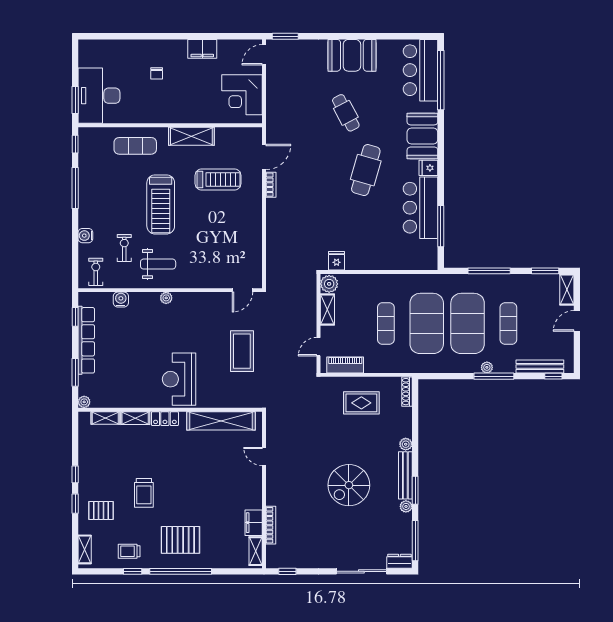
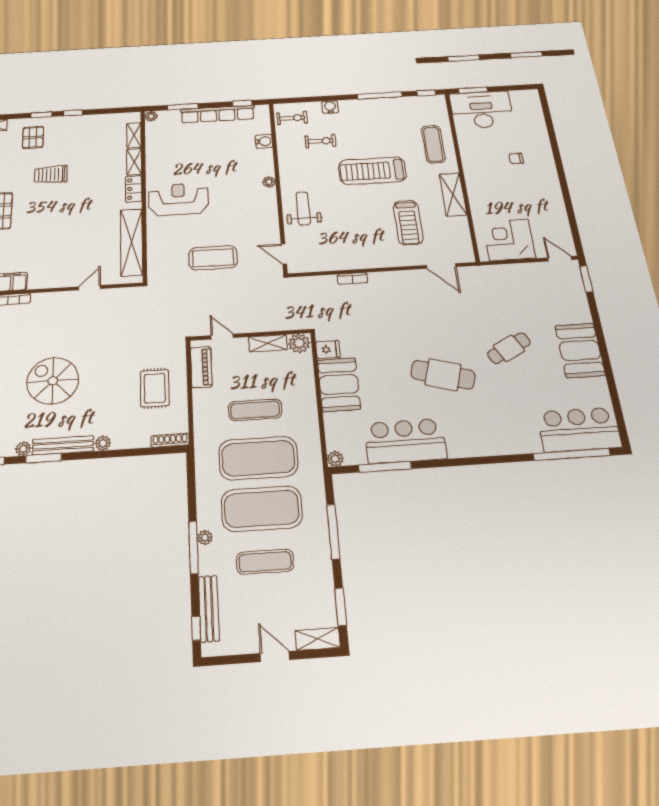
filing cabinet: (202, 49) -> (553, 199), removed
booth: (422, 136) -> (339, 384), moved, turned 90
fridge: (428, 168) -> (457, 447), removed
bookcase: (271, 185) -> (352, 278), moved
weight bench: (158, 264) -> (303, 208), moved, turned 180
plant: (431, 264) -> (335, 459), added

